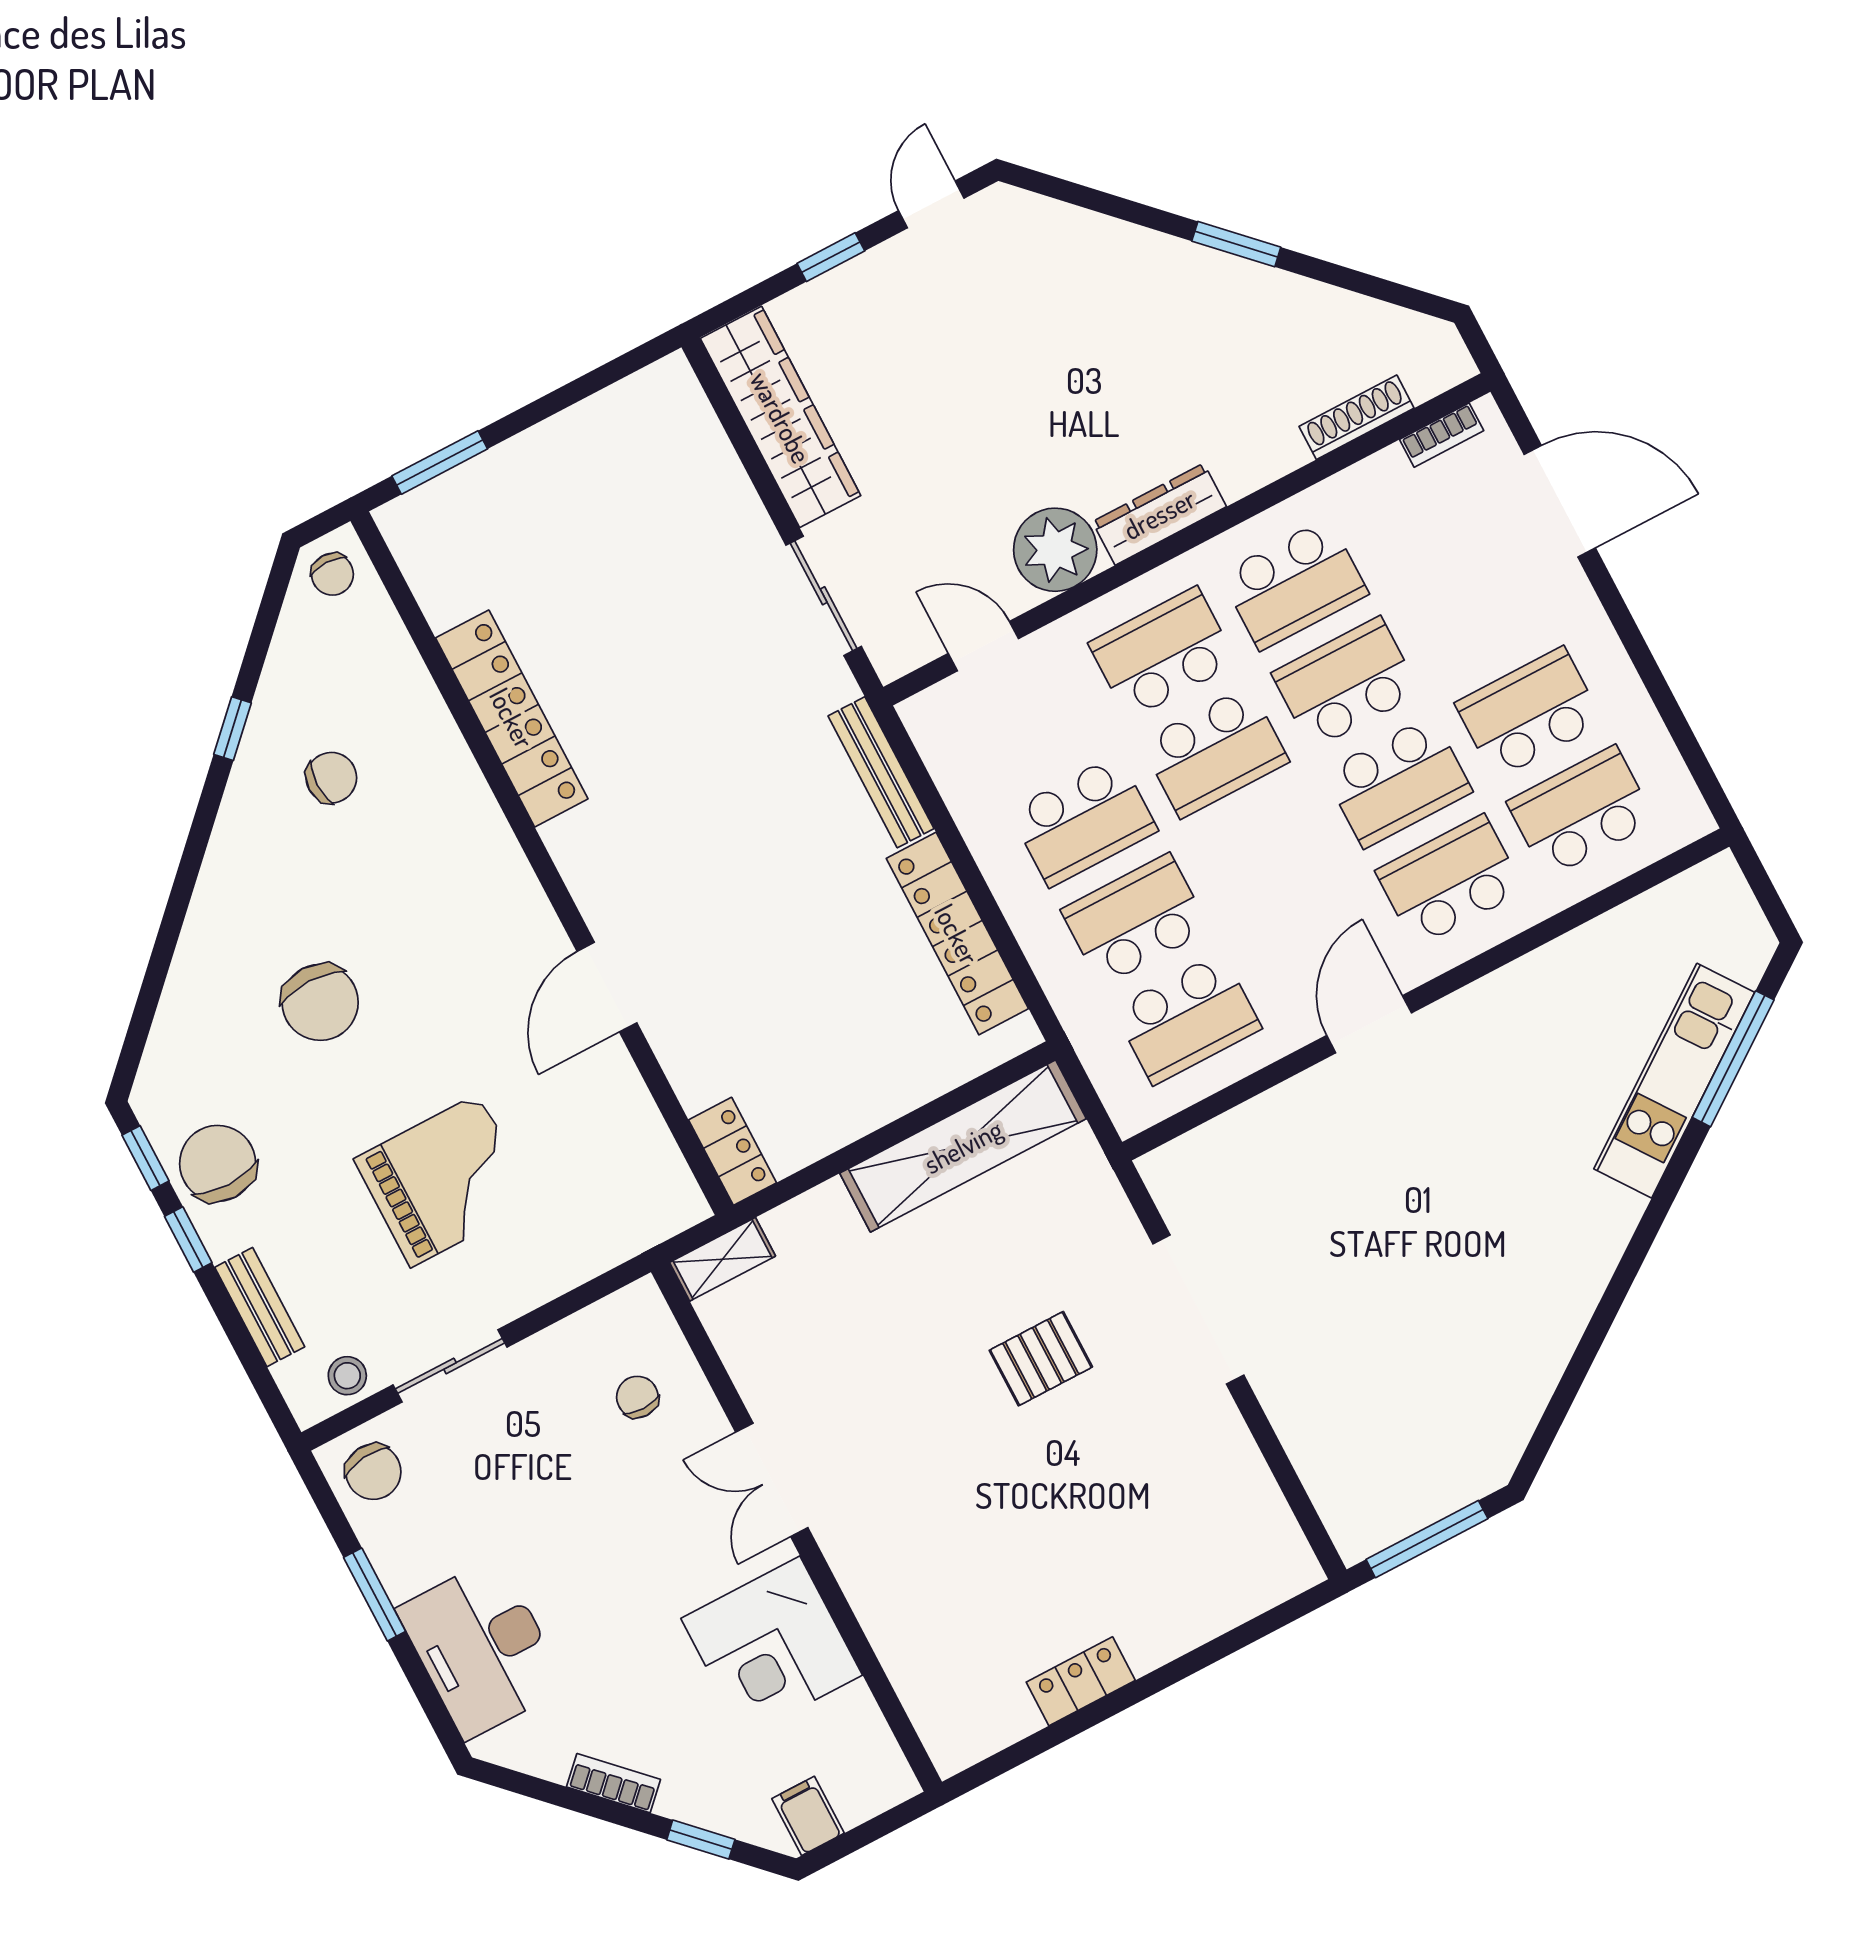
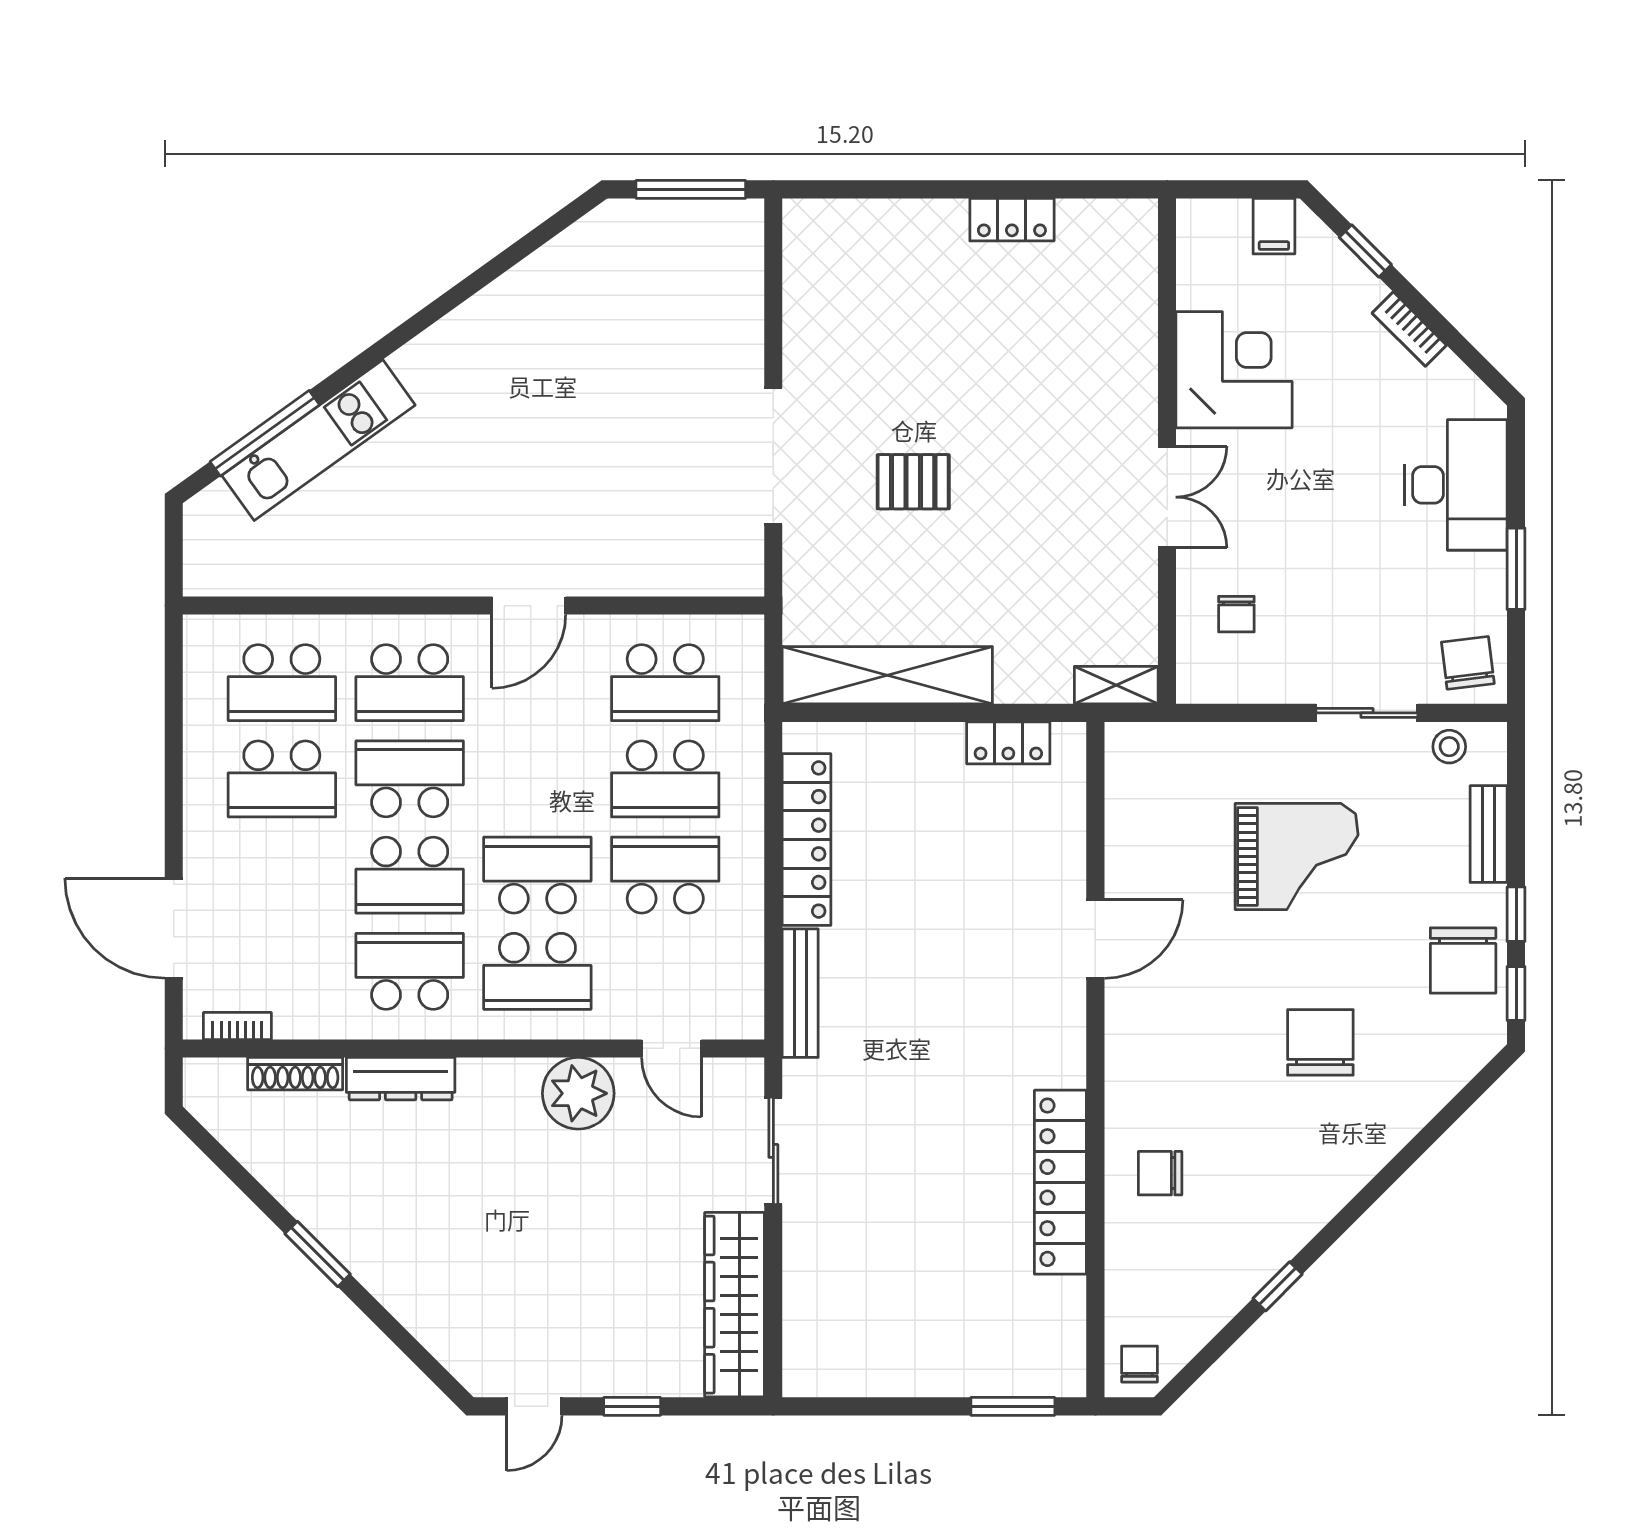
dresser: (1159, 514) -> (401, 1079), moved
chair: (331, 778) -> (1160, 1173), moved
school desk: (1187, 1019) -> (665, 683), turned 180
locker: (732, 1151) -> (1008, 743), moved, turned -90
grand piano: (445, 1180) -> (1297, 857), turned 180

